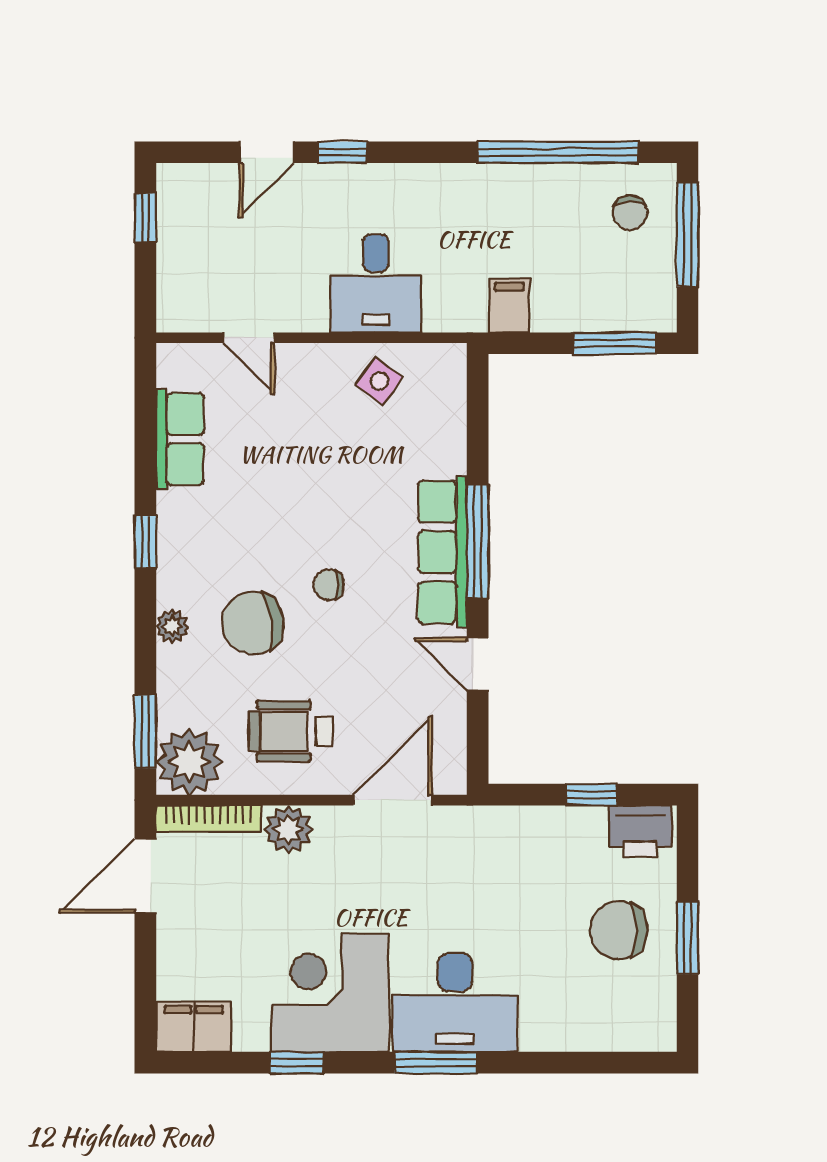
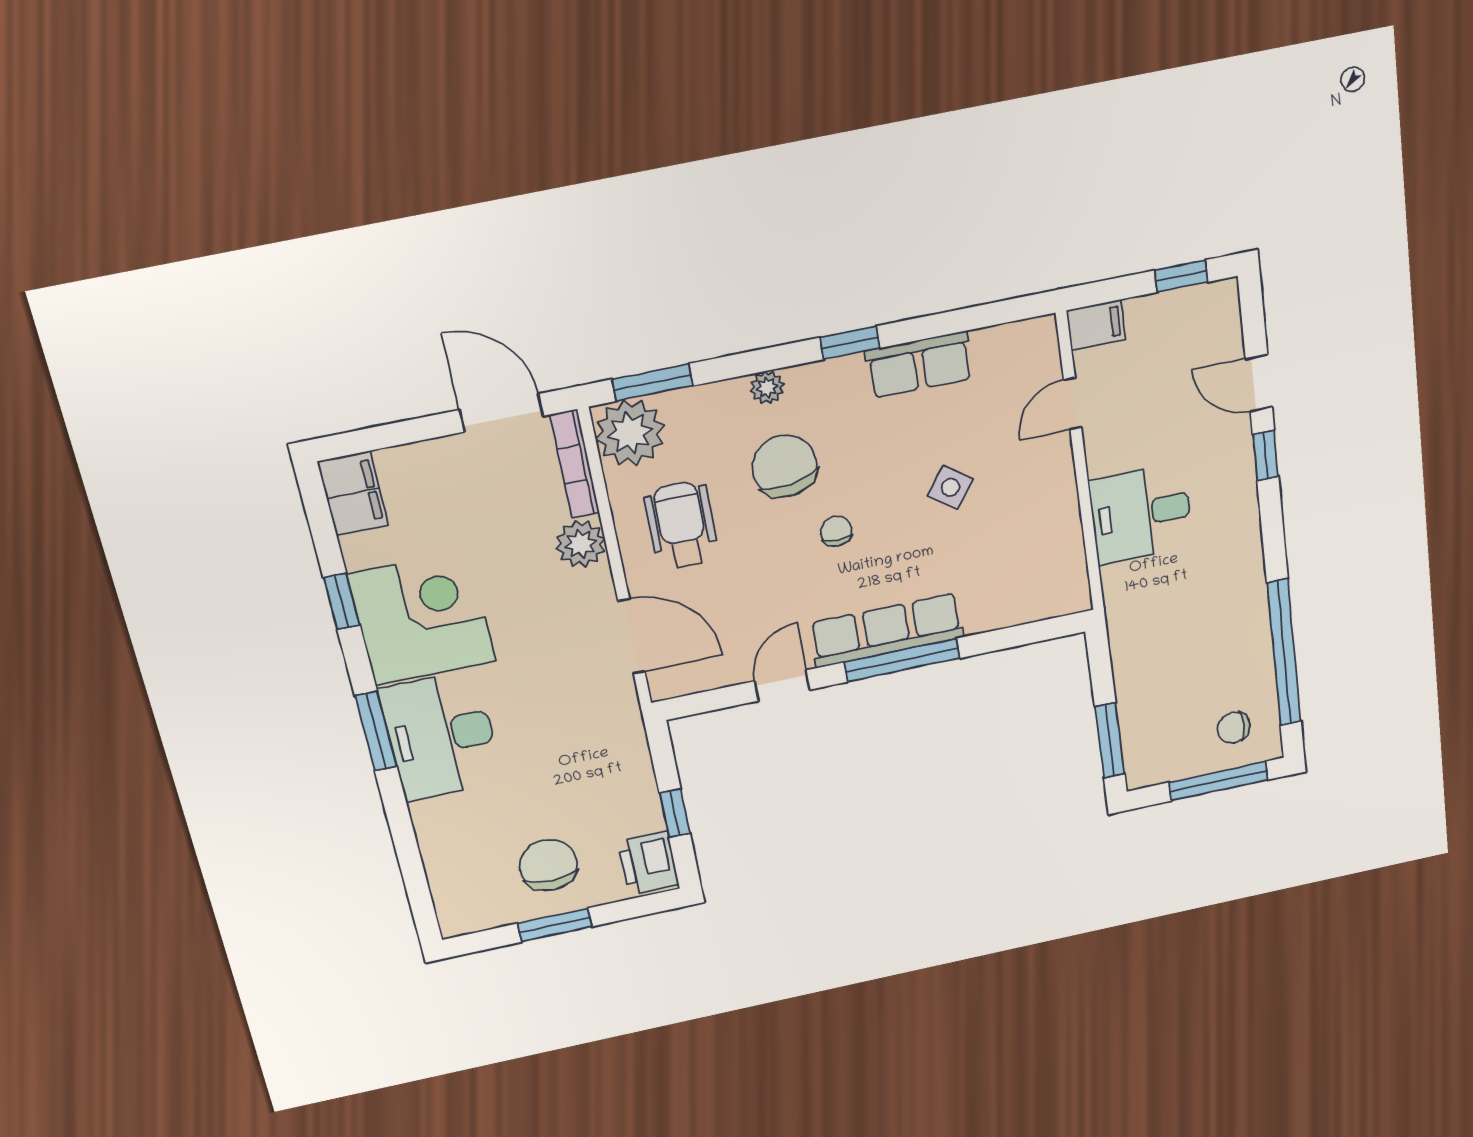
filing cabinet: (509, 306) -> (1096, 325), moved
side table: (379, 381) -> (950, 487), moved
row of seats: (180, 439) -> (919, 365), moved

